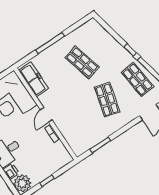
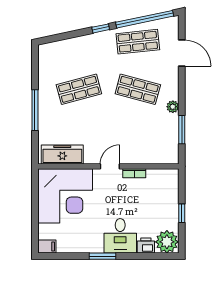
door: (46, 115) -> (110, 166), swing flipped
plant: (111, 129) -> (173, 107), added

